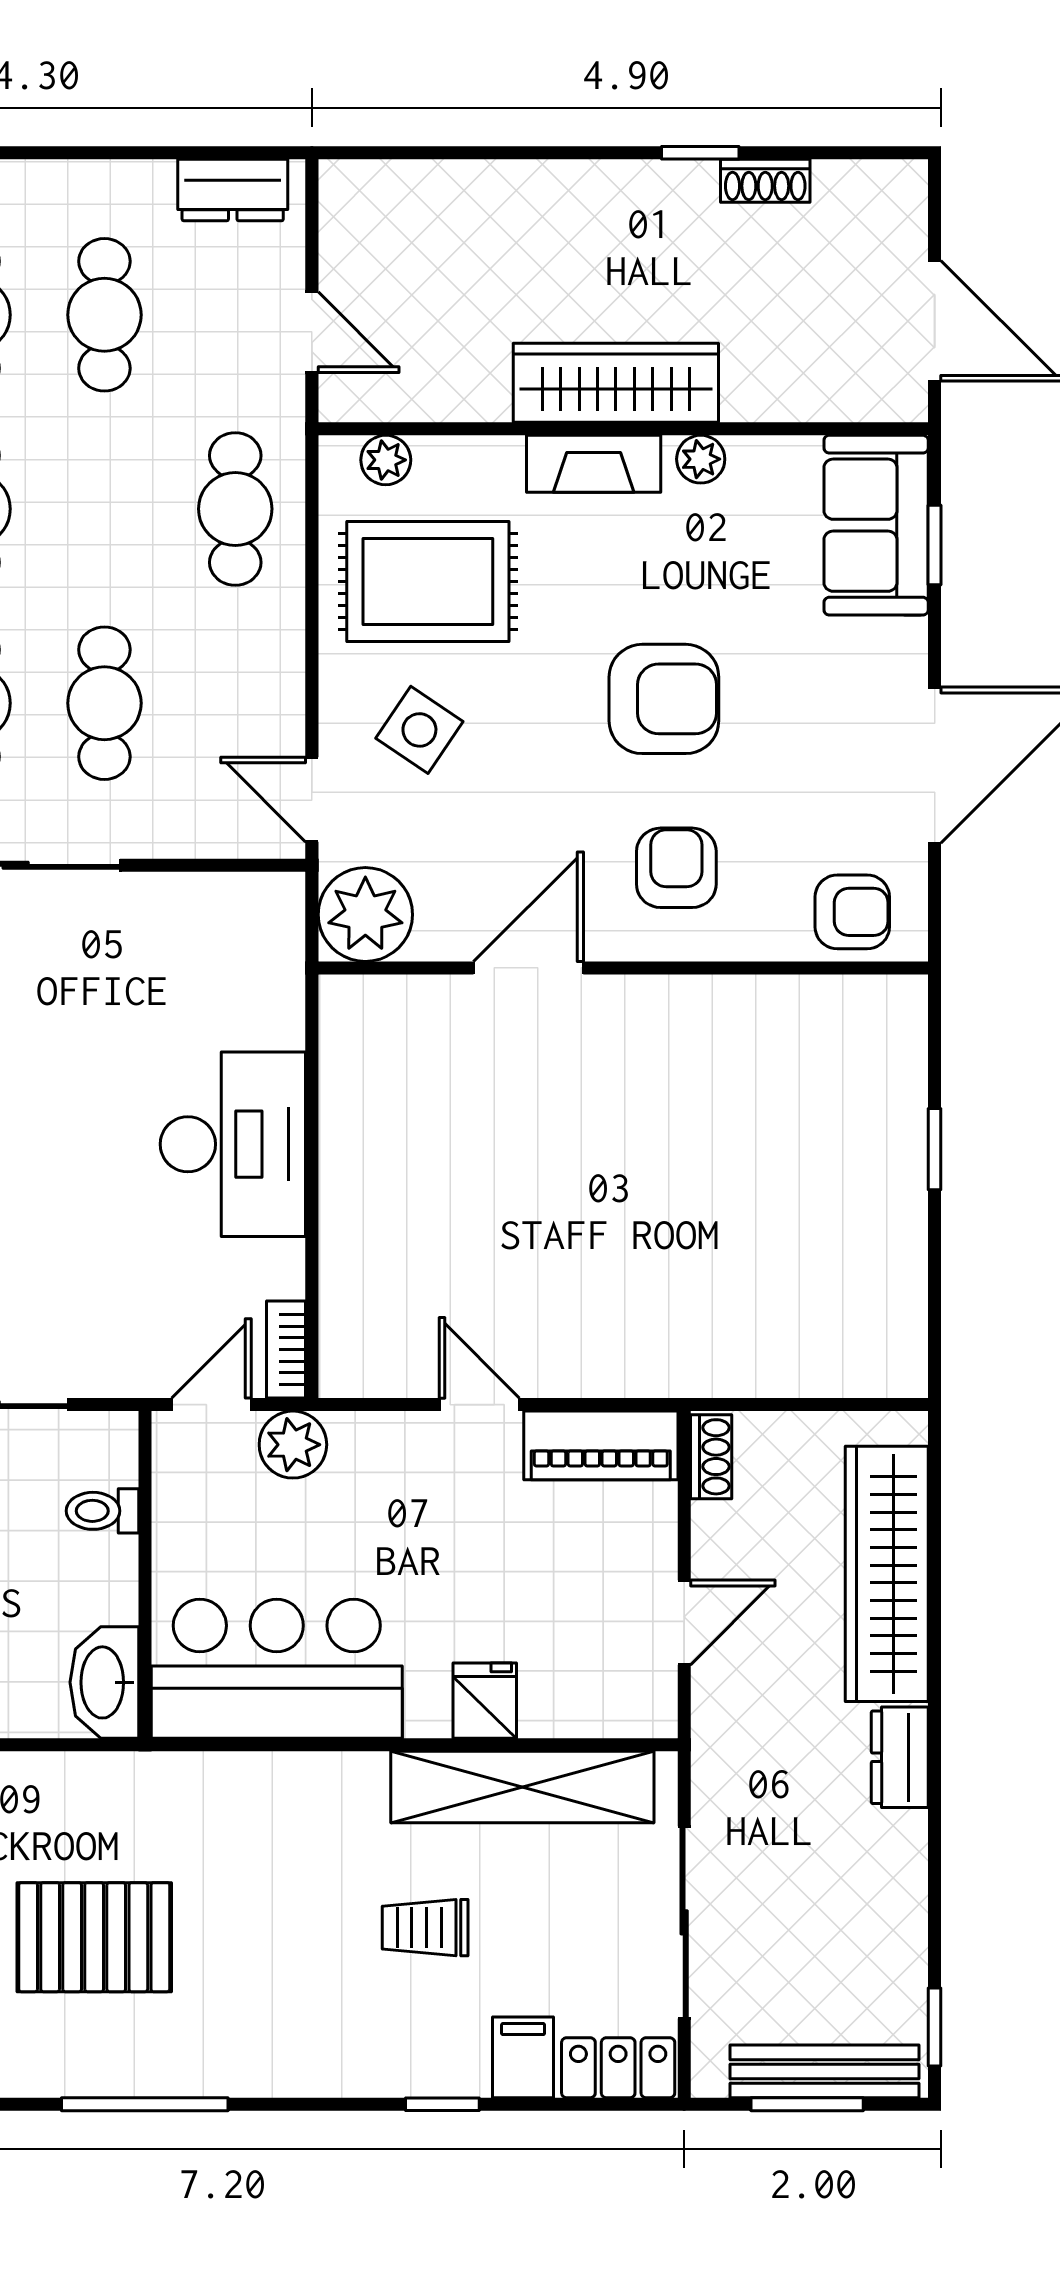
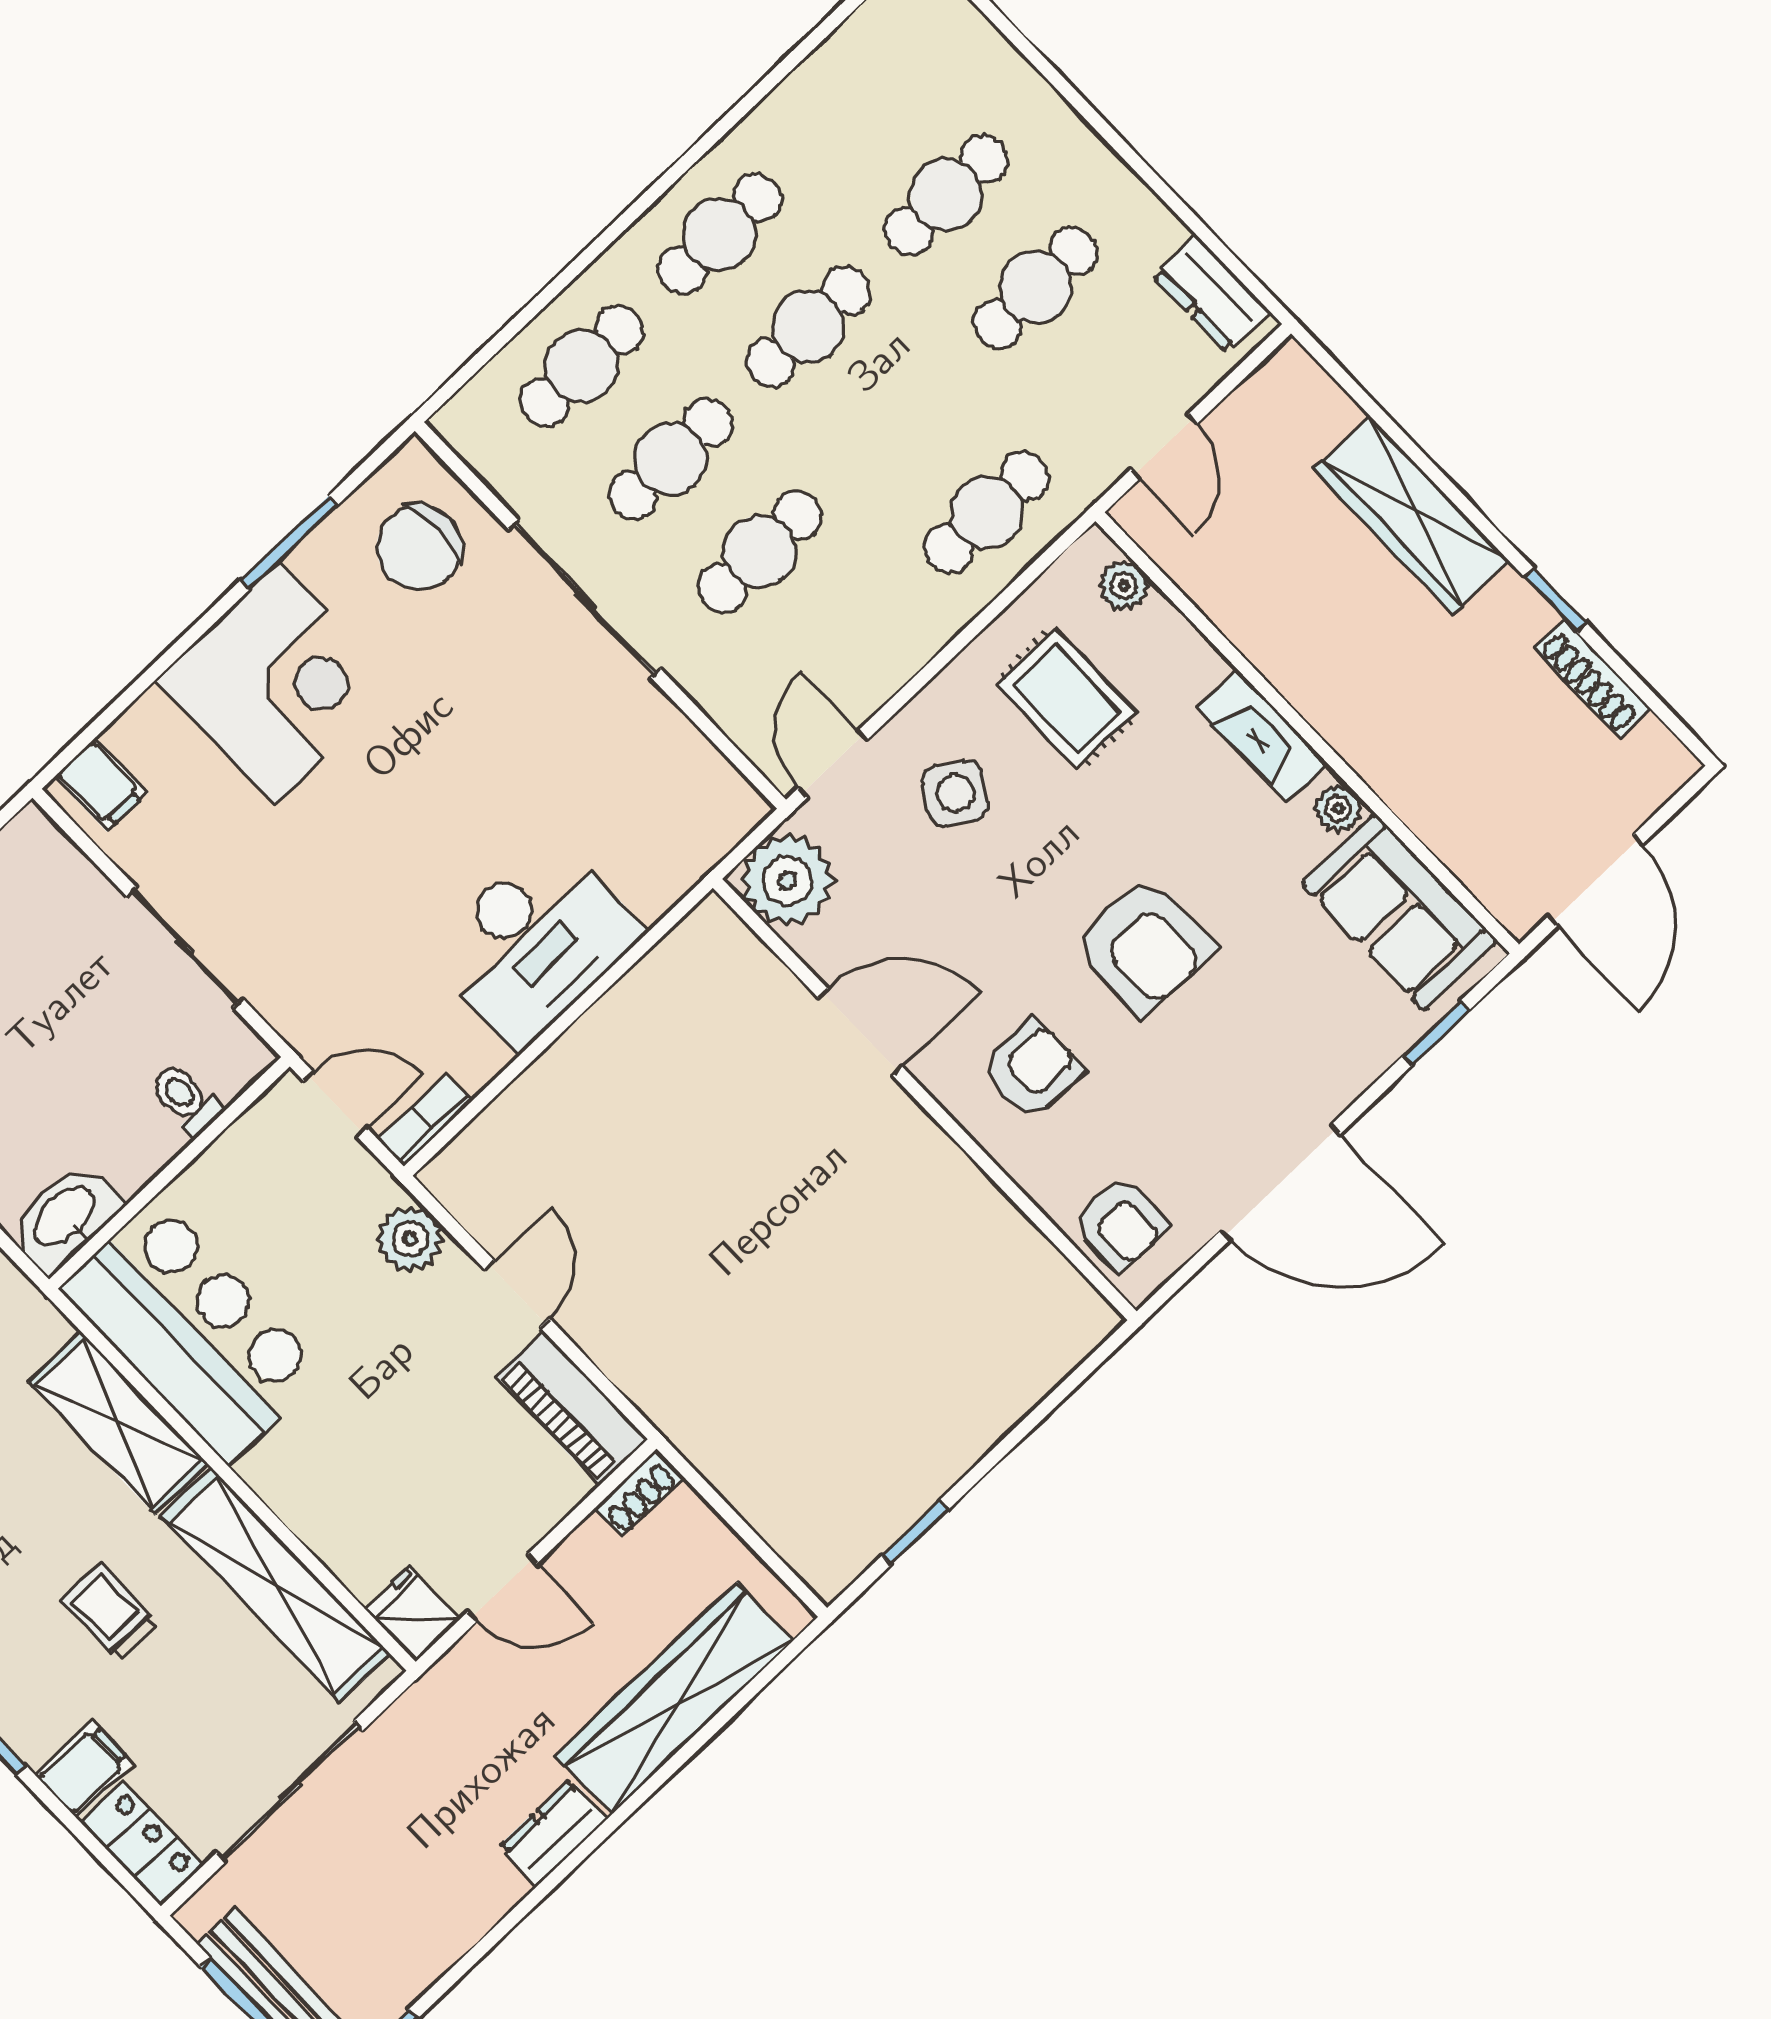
shoe rack: (765, 181) -> (1593, 678), width x1.43
wardrobe: (616, 383) -> (1411, 515), moved, turned 180
sofa: (876, 525) -> (1399, 912), moved, turned -90
rug: (428, 581) -> (1066, 698), width x0.73, depth x0.70
window: (935, 1149) -> (915, 1533), moved
plant: (293, 1445) -> (410, 1239), moved
fridge: (485, 1701) -> (413, 1614), moved, turned -90
shelving: (292, 1789) -> (118, 1423), added

